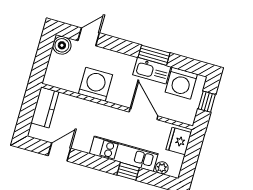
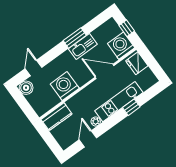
washing machine: (181, 83) -> (121, 46), moved, turned 180
kitchen counter: (45, 107) -> (57, 117), moved, turned 90
plant: (162, 168) -> (96, 121), moved

